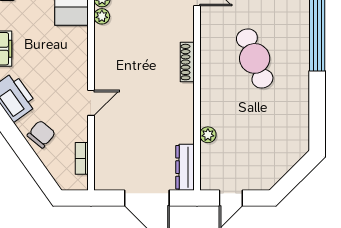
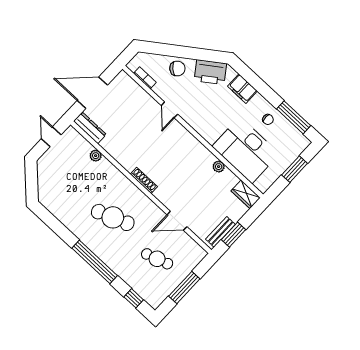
plant: (102, 16) -> (210, 158), removed
chair: (41, 134) -> (177, 68), turned -88

